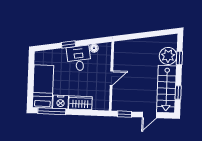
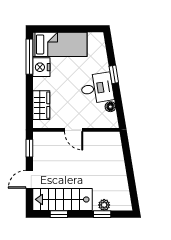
plant: (168, 56) -> (104, 205), width x0.53, depth x0.53
wardrobe: (80, 103) -> (41, 105), moved
door: (149, 115) -> (29, 179), hinge flipped

